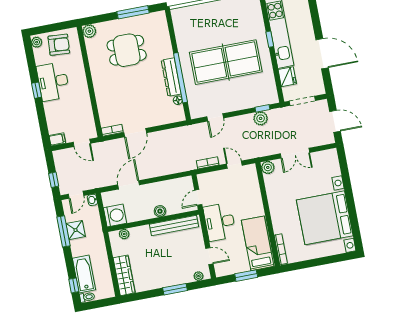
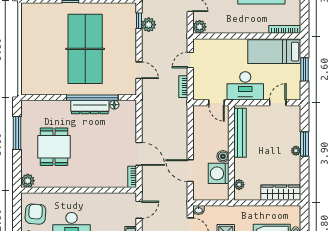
boiler: (160, 211) -> (223, 156), moved
washing machine: (115, 215) -> (219, 173), moved, turned -90
plant: (198, 276) -> (296, 151), moved

